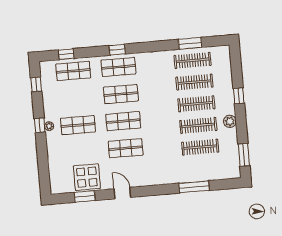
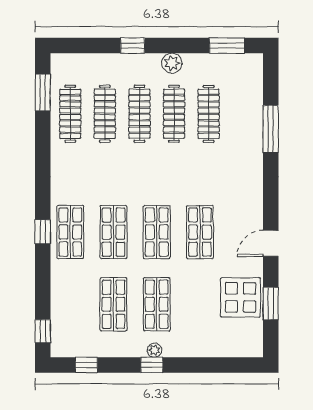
window: (190, 43) -> (43, 92), moved
window: (66, 54) -> (43, 331), moved
shop shelf: (73, 71) -> (114, 304), moved

